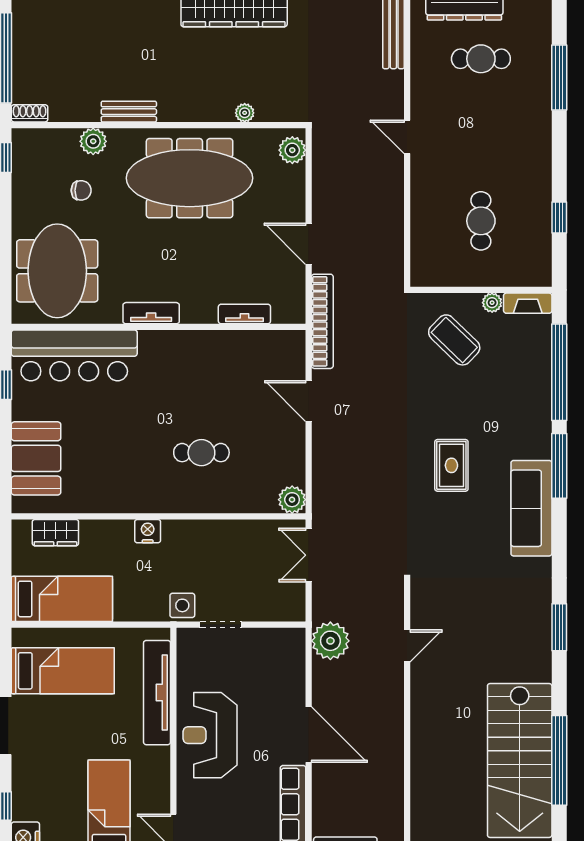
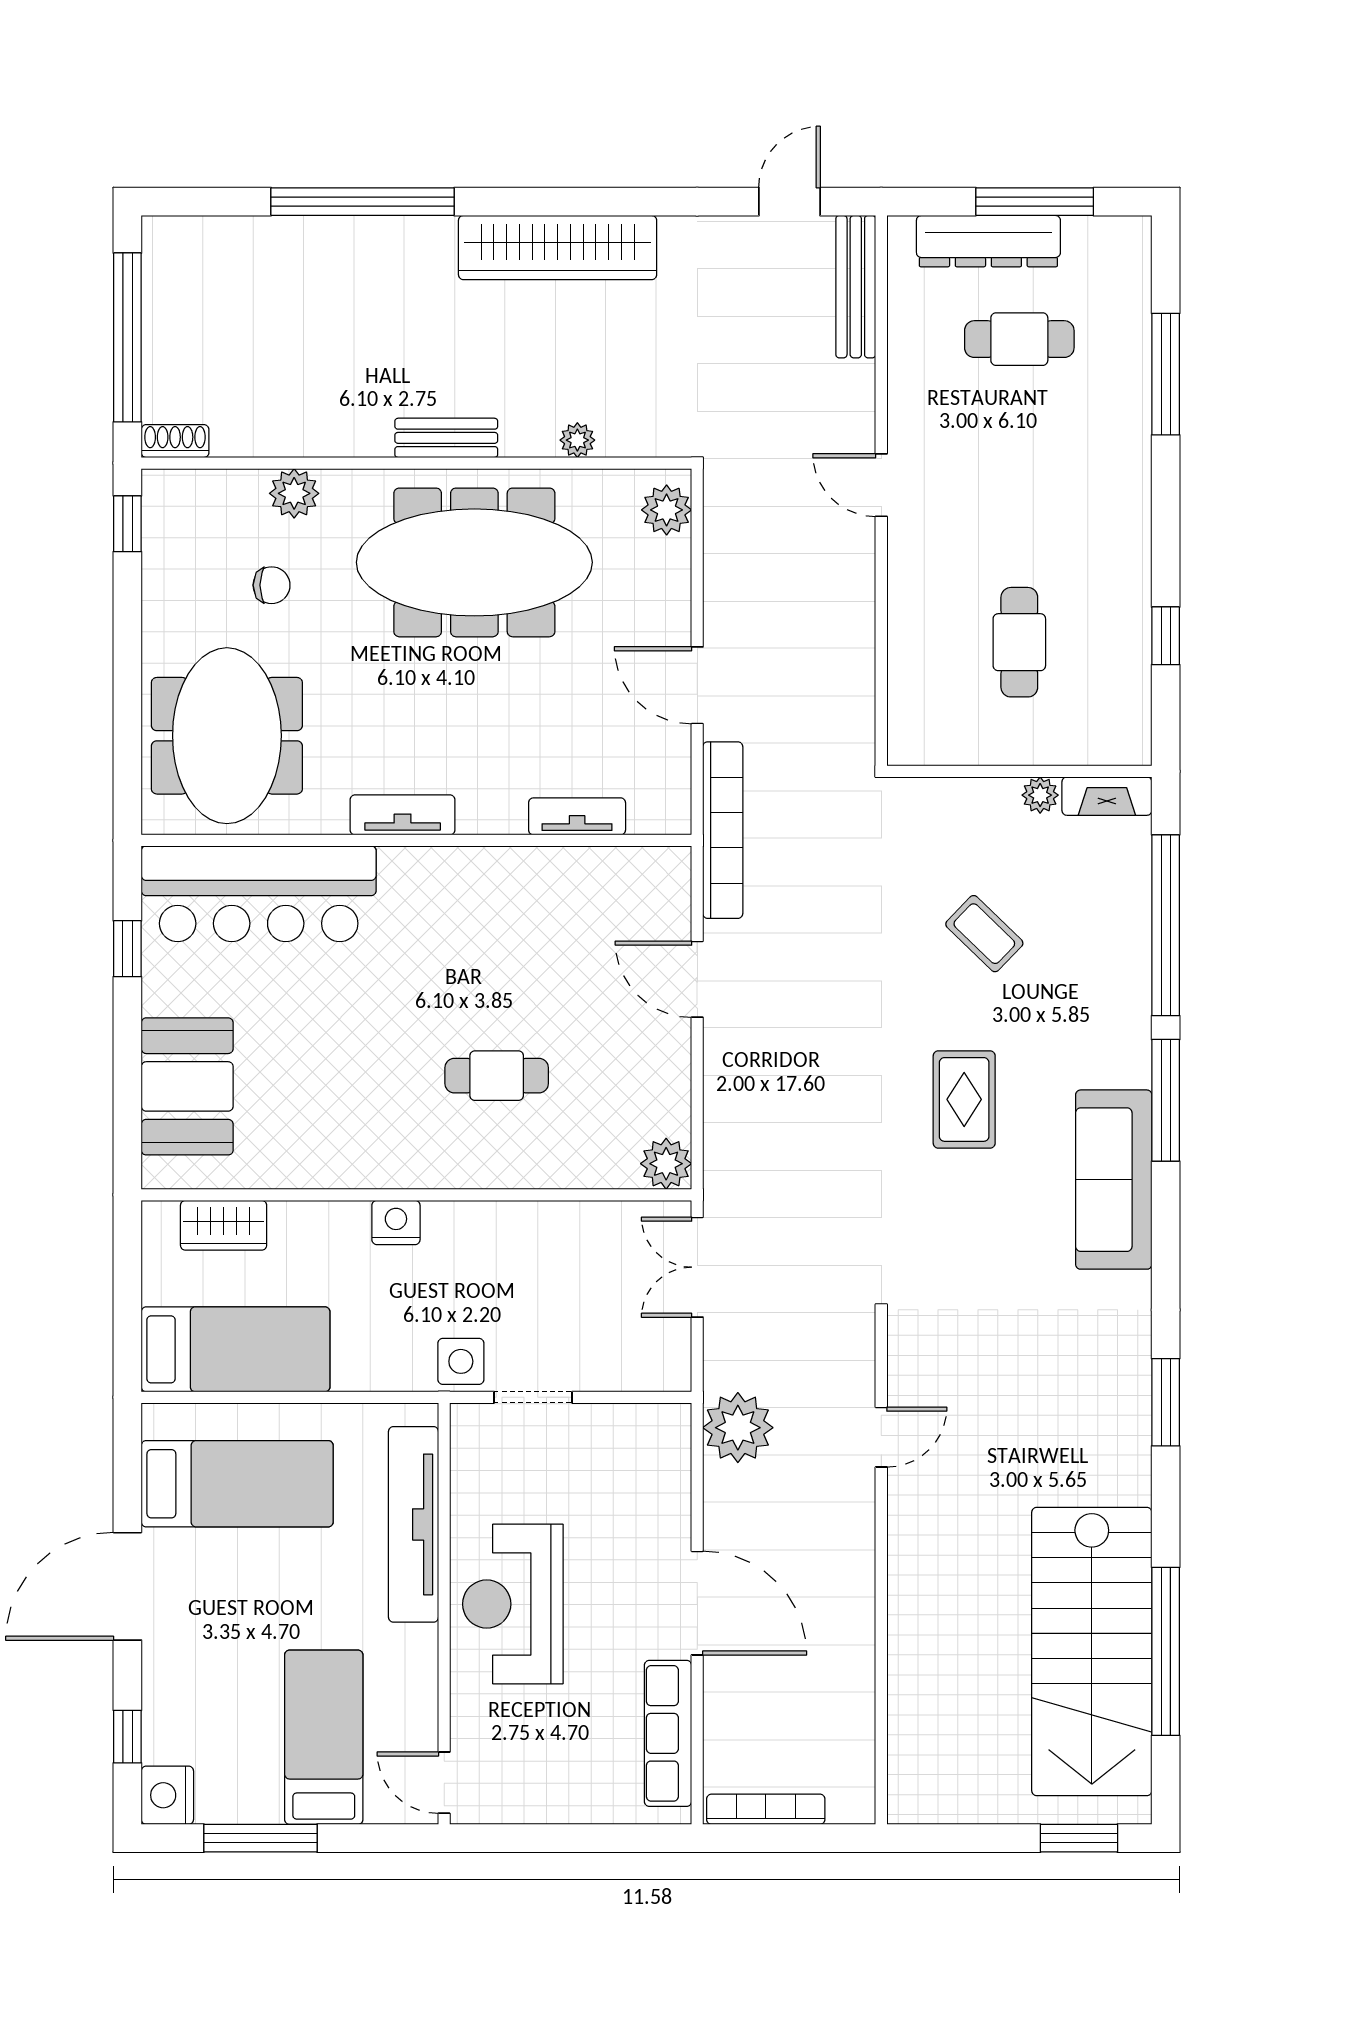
bench: (129, 112) -> (446, 438), moved
coffee table: (454, 340) -> (984, 934), moved, width x0.73, depth x0.77

